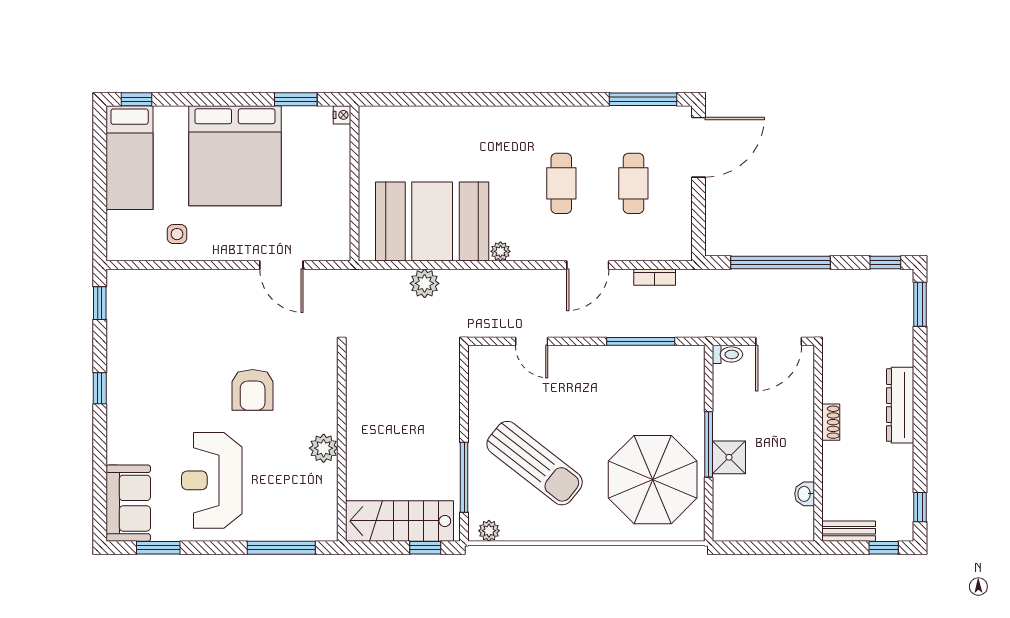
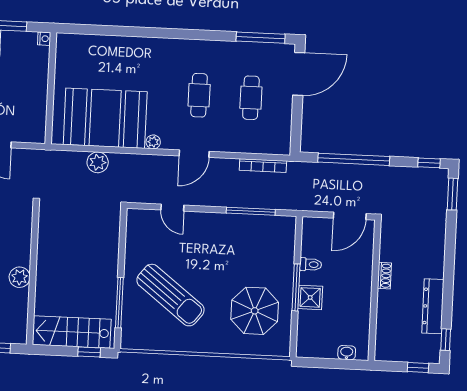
door: (588, 265) -> (194, 154), moved
bookcase: (655, 277) -> (263, 166), width x1.56
toilet: (727, 354) -> (311, 264), moved
dresser: (900, 405) -> (433, 306), moved
parasol: (653, 480) -> (255, 311), width x0.73, depth x0.73
washbasin: (805, 494) -> (347, 353), moved, turned 90
plant: (489, 531) -> (135, 342), removed
bench: (849, 531) -> (394, 354), removed

